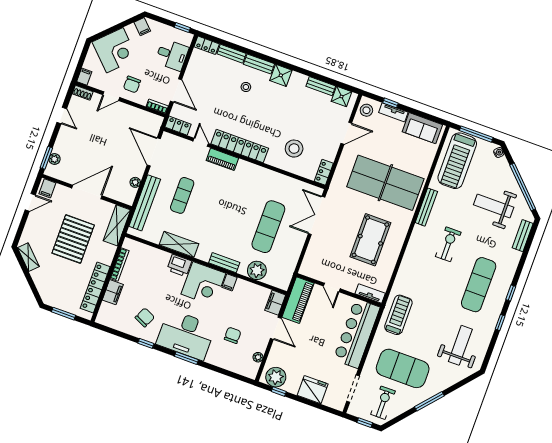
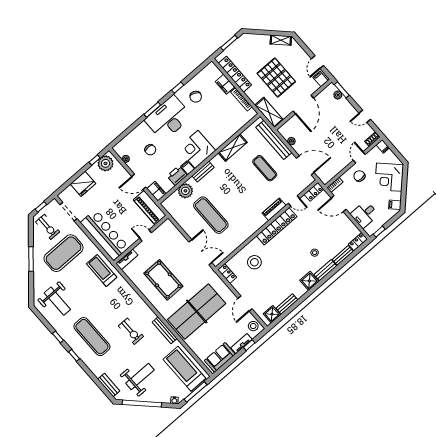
printer: (179, 265) -> (177, 176), moved
treadmill: (398, 315) -> (102, 271), turned 180

